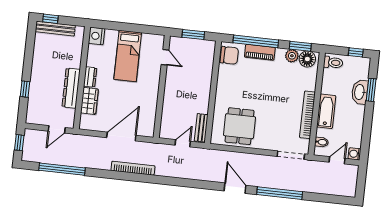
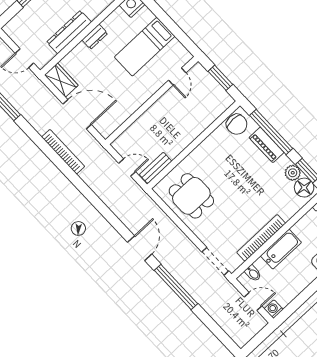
wardrobe: (89, 101) -> (61, 80), moved, turned -90
dining table: (240, 126) -> (191, 196), turned 90

